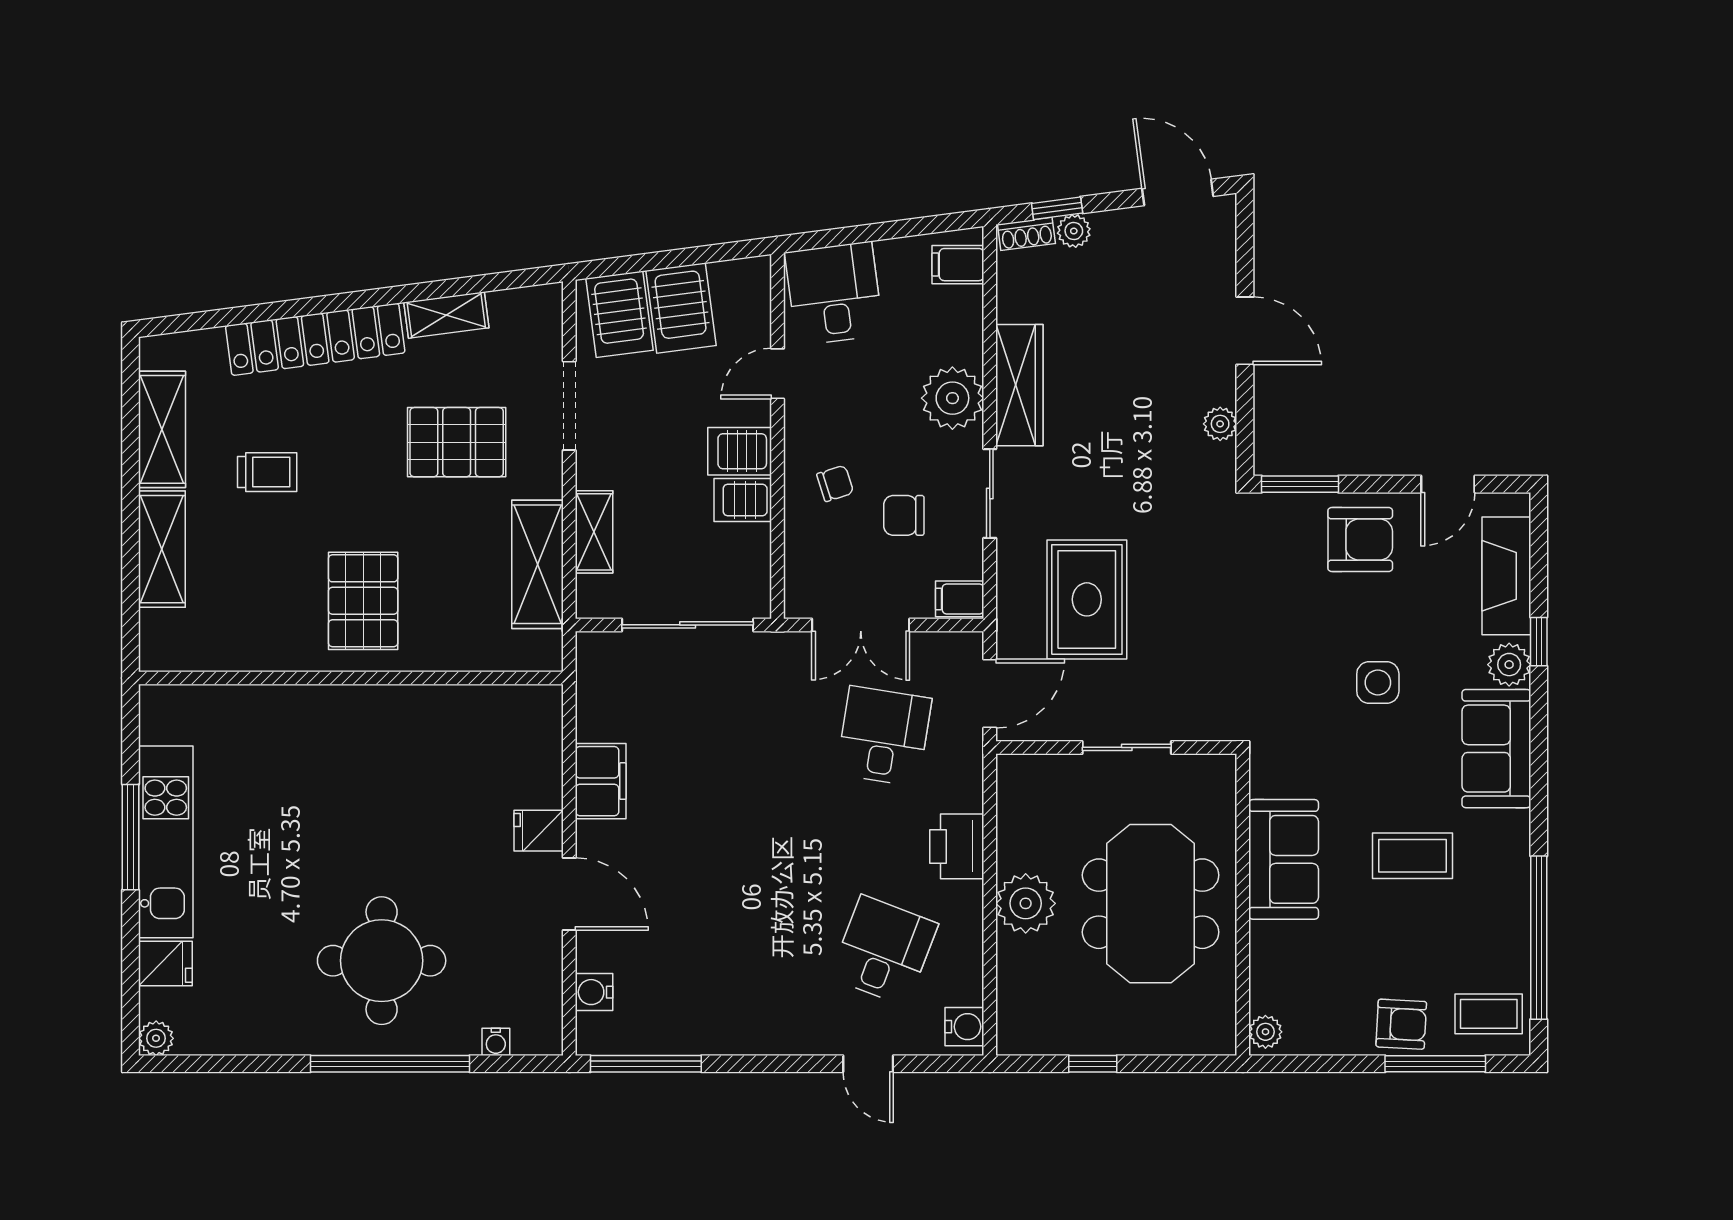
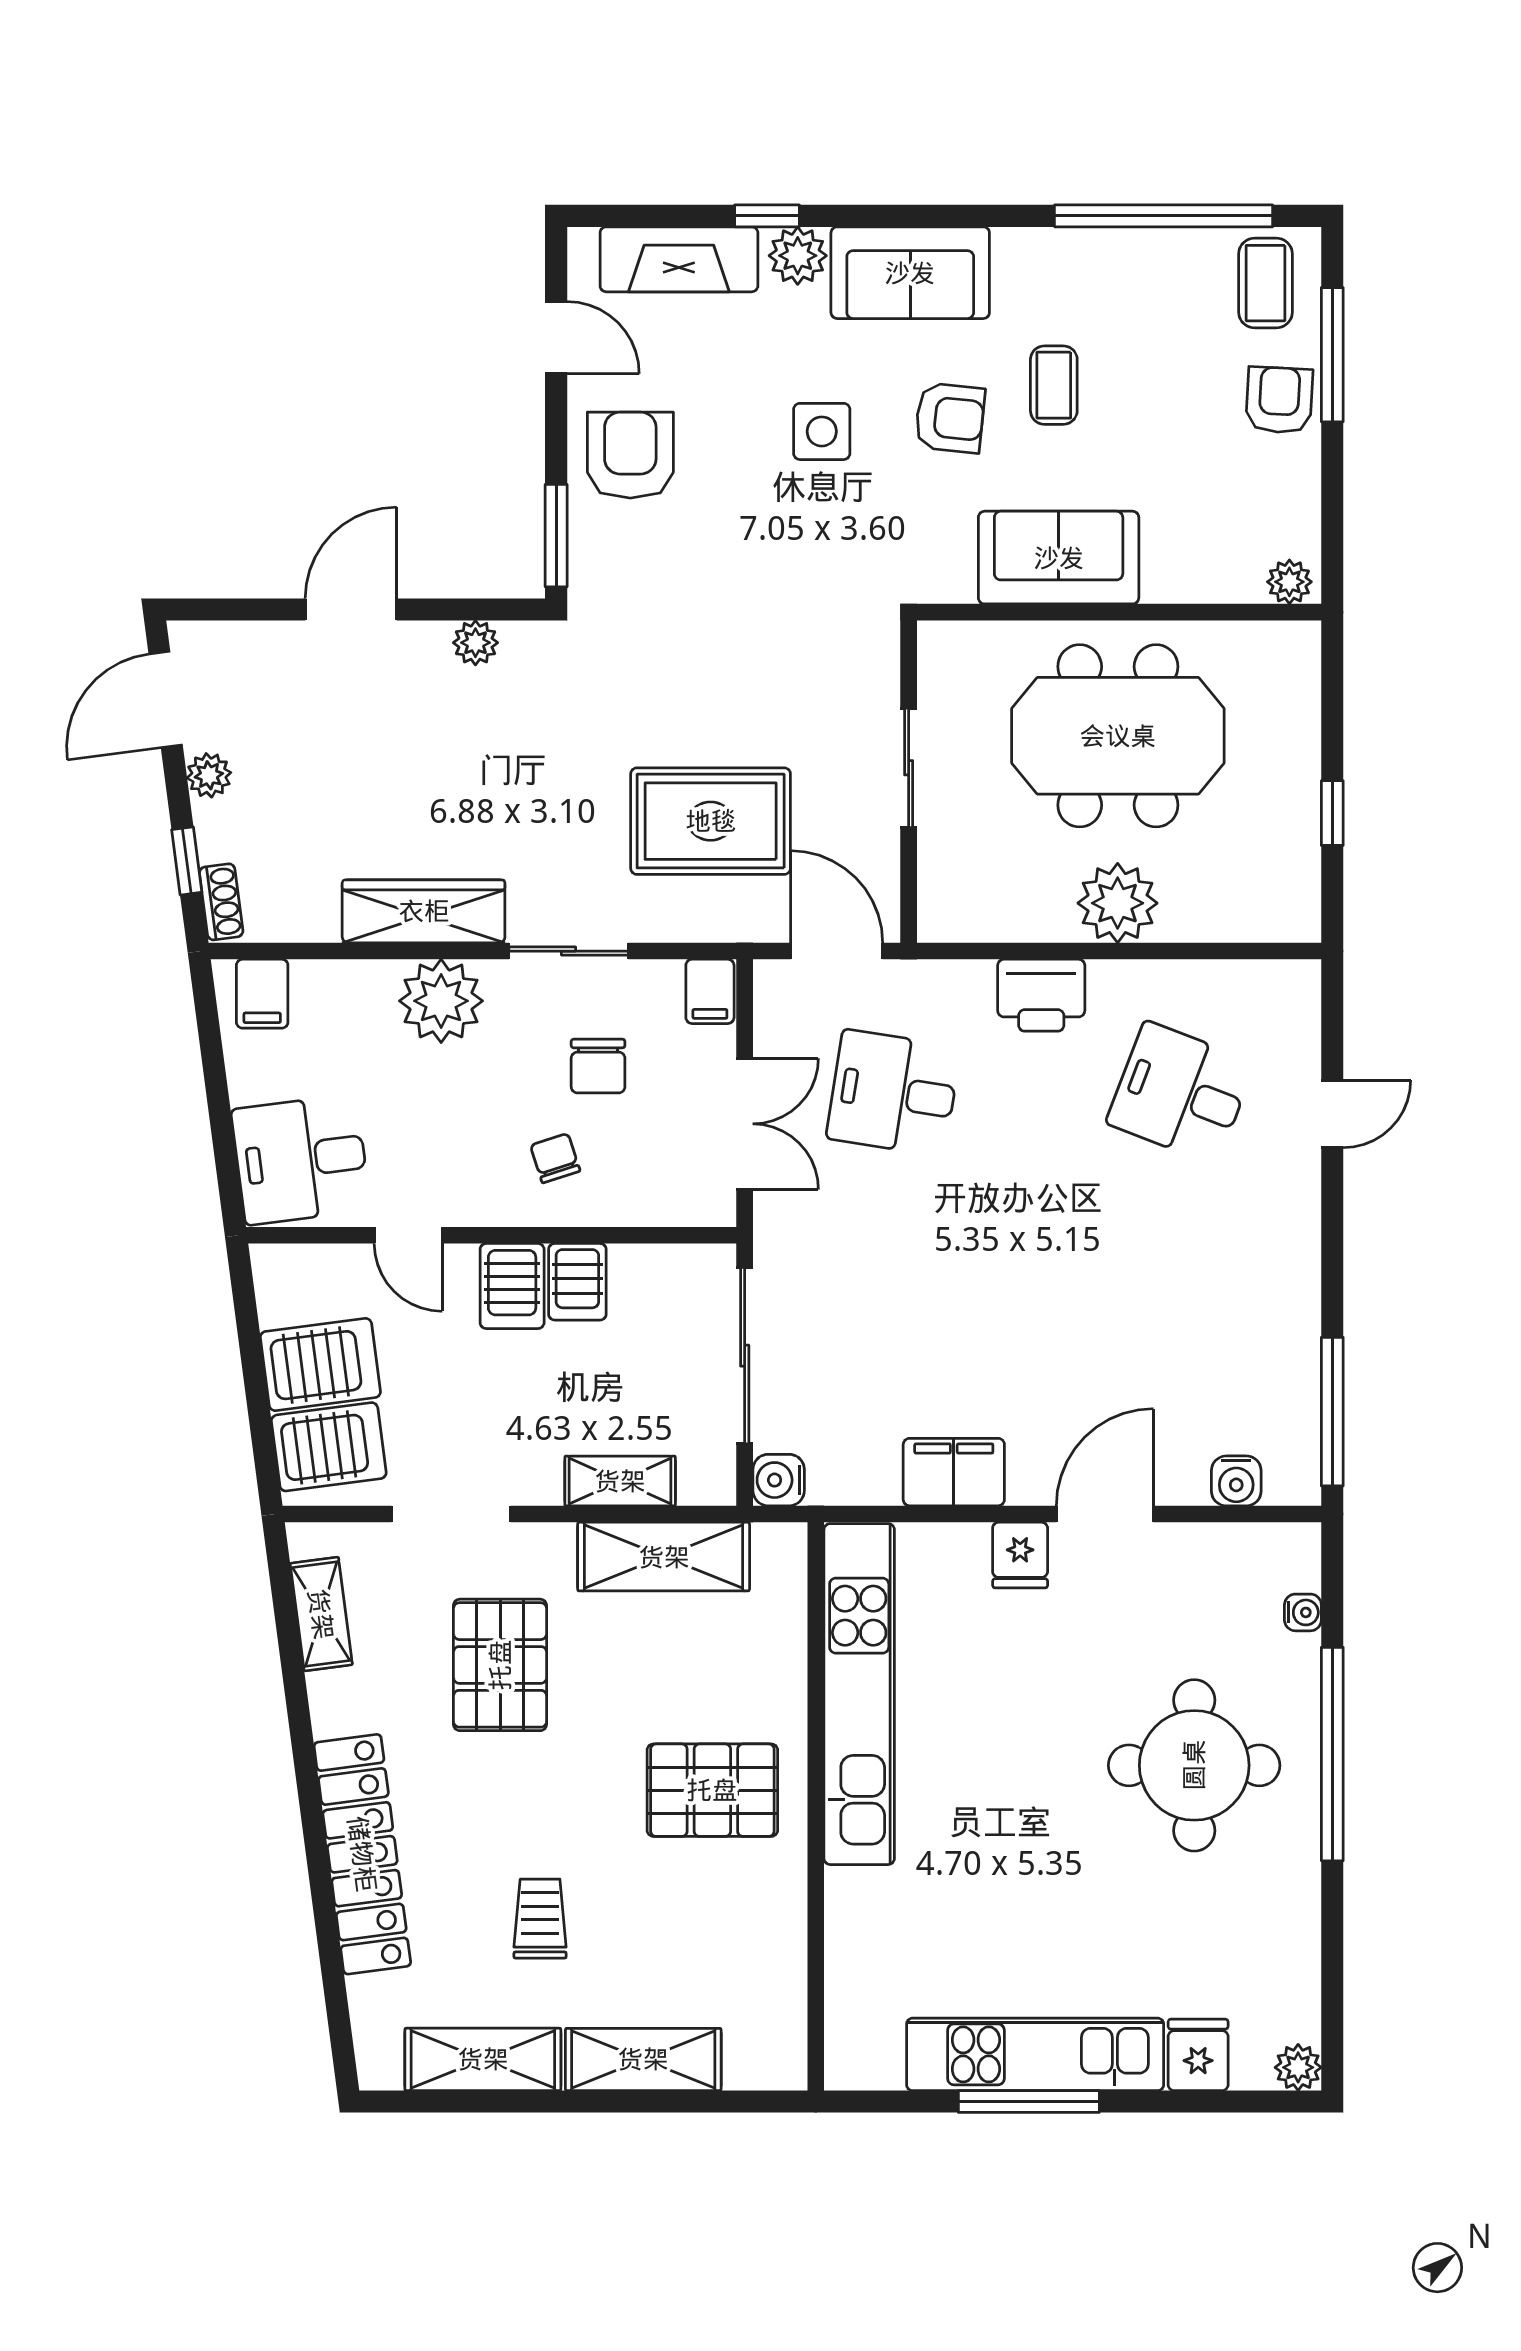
plant: (1074, 231) -> (209, 775), moved
shelving: (446, 315) -> (321, 1614), moved
kitchen unit: (435, 710) -> (859, 1694), added
armchair: (1388, 778) -> (950, 418), added
coffee table: (1412, 856) -> (1054, 385), width x0.73, depth x0.77
water cooler: (964, 1027) -> (779, 1480), moved, turned -90

